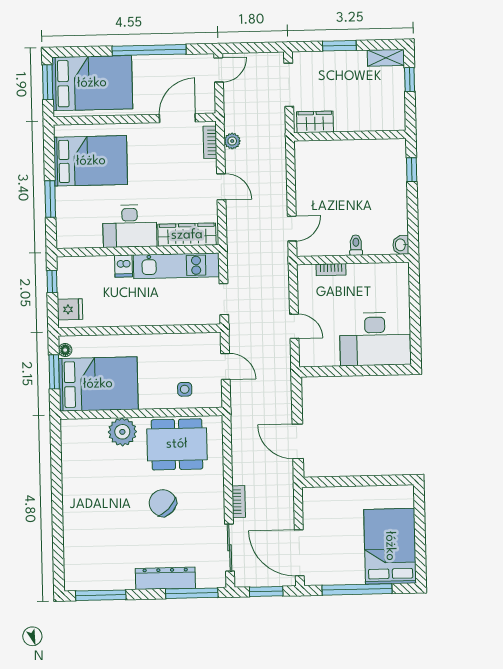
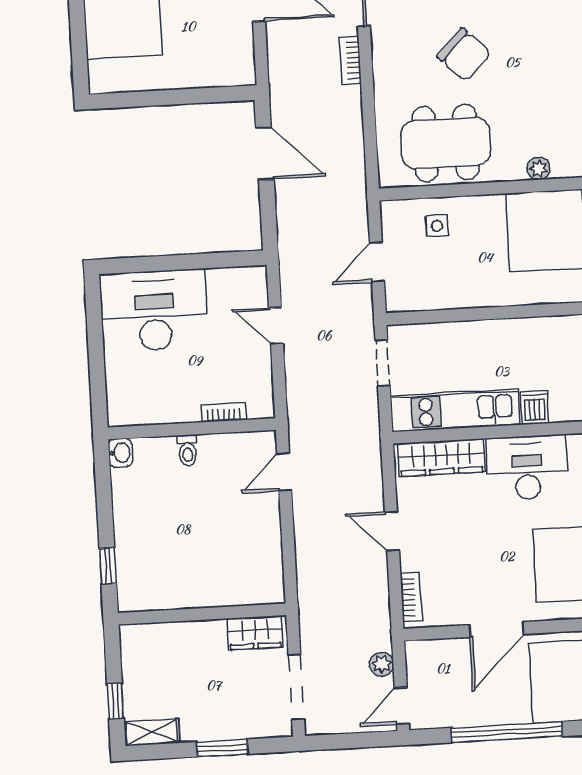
door: (177, 118) -> (496, 630), moved
plant: (232, 141) -> (382, 664), moved
door: (225, 366) -> (377, 262), hinge flipped
plant: (122, 432) -> (539, 168), width x0.53, depth x0.53

